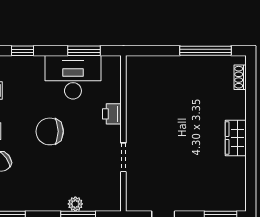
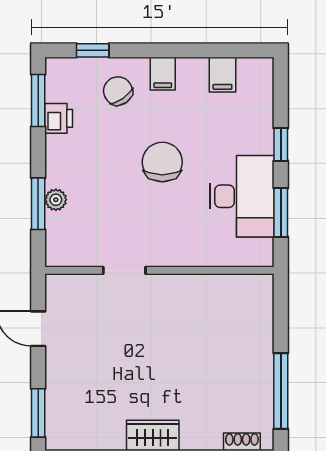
window: (23, 51) -> (281, 145), moved
printer: (112, 114) -> (59, 118), moved, turned 90

